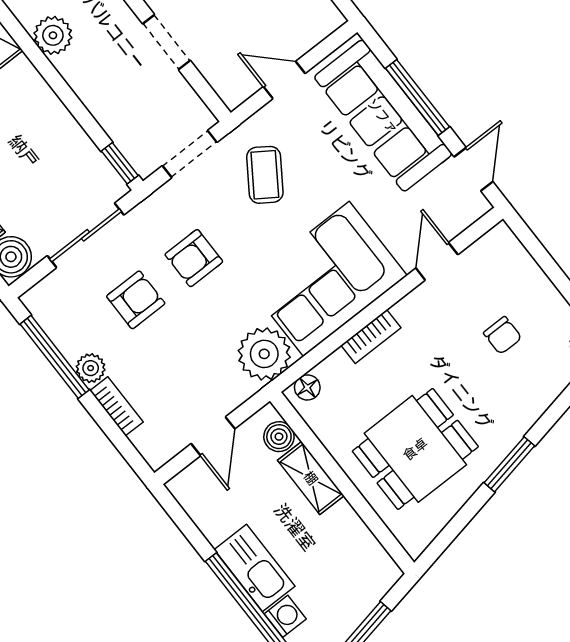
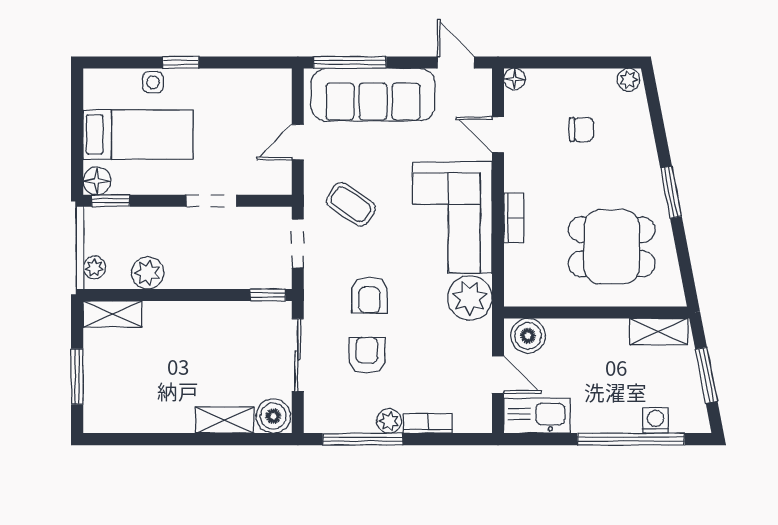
window: (417, 97) -> (350, 62), moved
floor lamp: (307, 387) -> (515, 79), moved
boiler: (279, 437) -> (528, 336), width x1.36, depth x1.36
dining table: (415, 449) -> (612, 247), turned 90
shelving: (311, 478) -> (659, 332), moved
kitchen sink: (255, 568) -> (537, 416), moved

